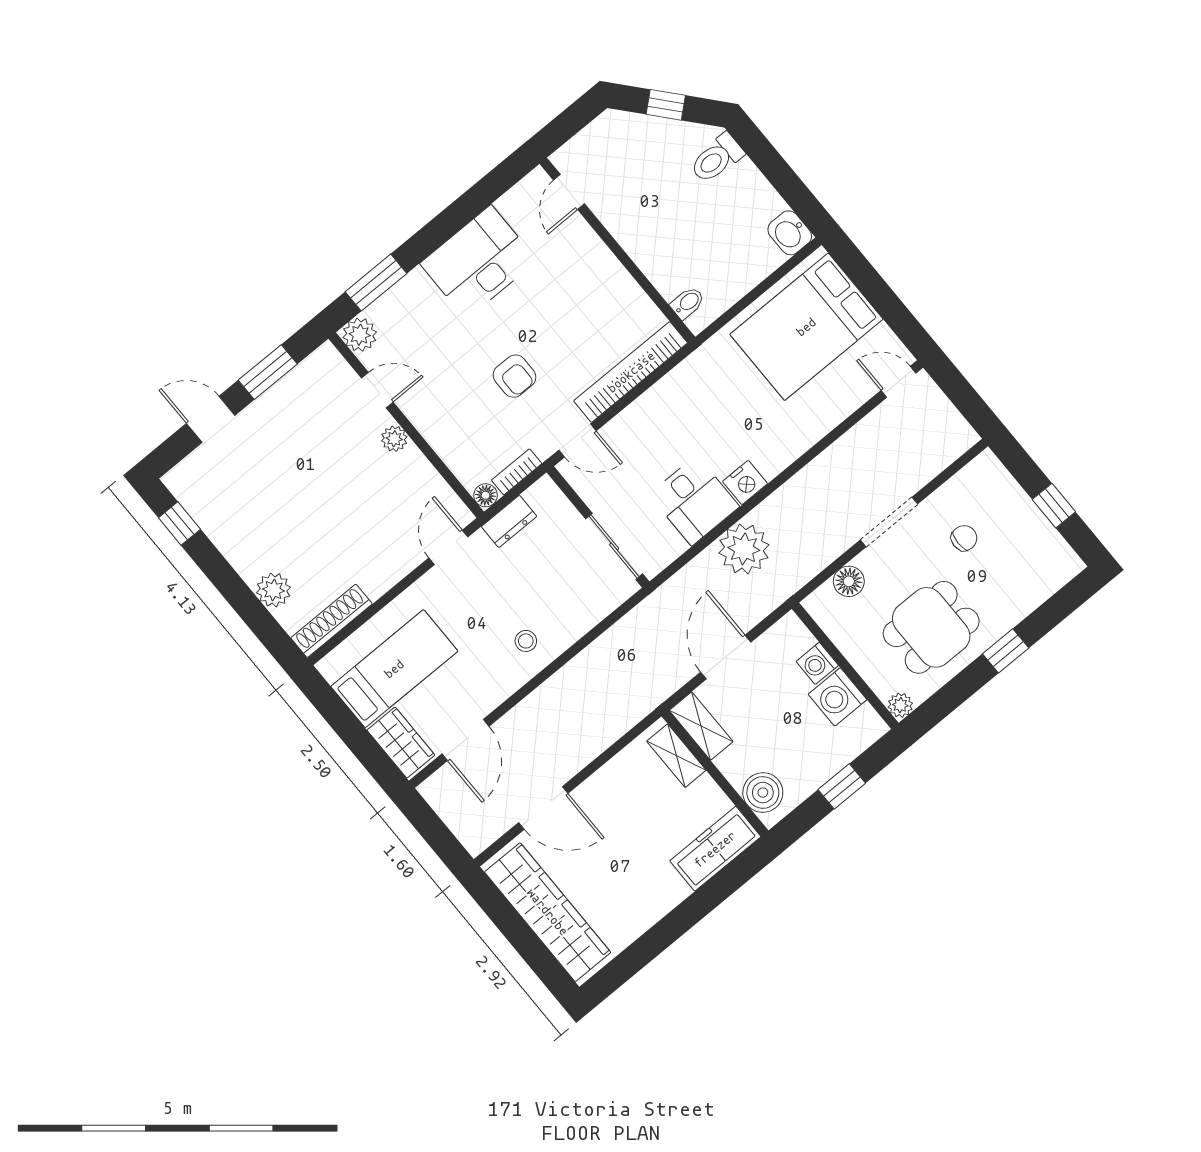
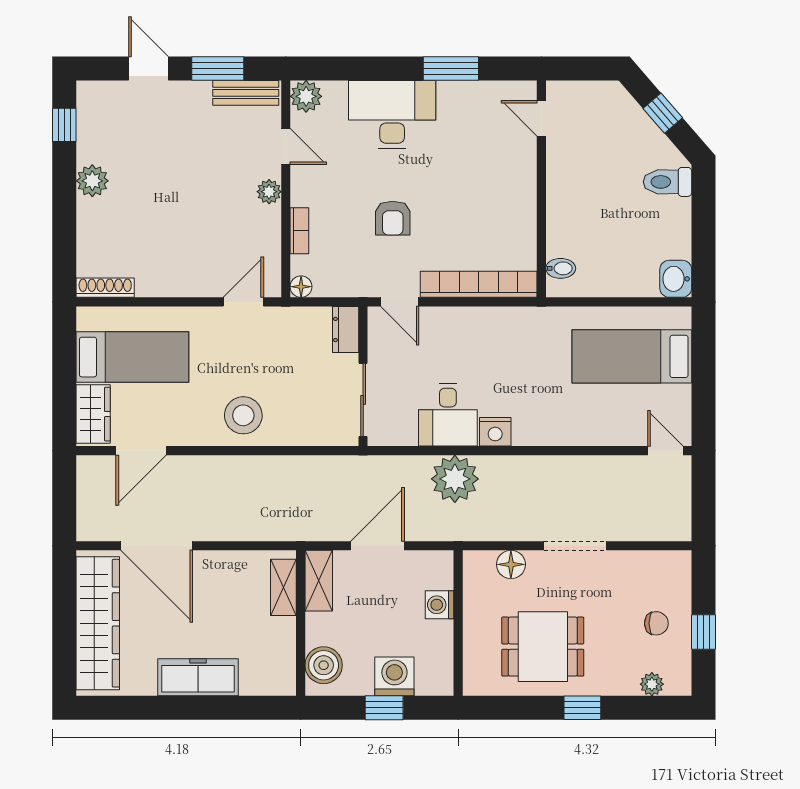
door: (569, 192) -> (541, 118), hinge flipped
desk: (478, 262) -> (392, 115), moved
window: (376, 283) -> (451, 69), moved
bed: (806, 327) -> (632, 356), width x0.67
bench: (308, 373) -> (246, 93), added
bookcase: (517, 472) -> (299, 231), moved, turned 90
dresser: (509, 521) -> (346, 329), moved, turned 90
chair: (964, 538) -> (656, 623), moved
plant: (273, 590) -> (92, 181), moved
shoe rack: (331, 621) -> (105, 288), width x0.74, depth x0.81
stool: (526, 641) -> (243, 415), width x1.89, depth x1.89
washing machine: (838, 697) -> (394, 676), moved, turned 90
plant: (900, 705) -> (652, 684), moved
door: (543, 808) -> (157, 546), width x1.36
freezer: (715, 849) -> (198, 677), moved

